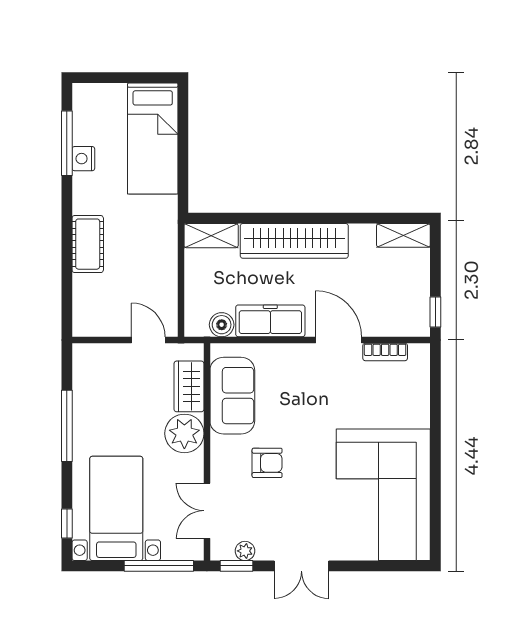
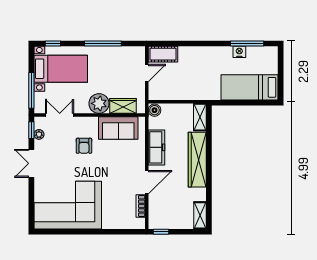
cot: (88, 244) -> (163, 54), moved
boiler: (222, 325) -> (154, 110), moved
door: (148, 340) -> (147, 73), moved

